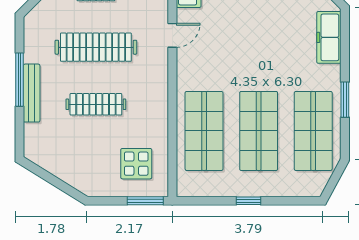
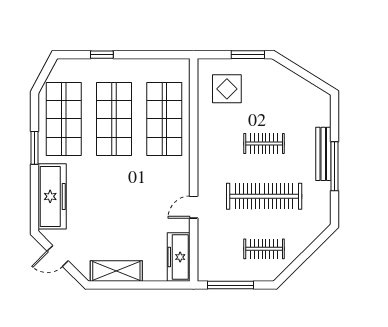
freezer: (329, 37) -> (52, 196), width x1.36, depth x1.26
clothes rail: (96, 104) -> (264, 144), width x0.73
window: (145, 201) -> (248, 55), moved
window: (248, 201) -> (102, 55), moved

